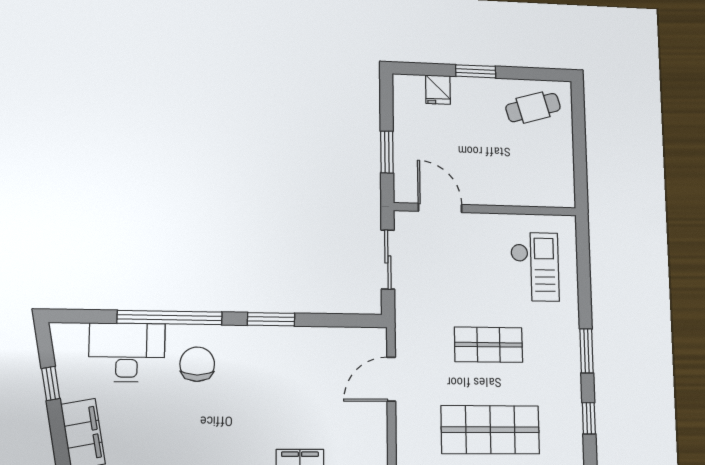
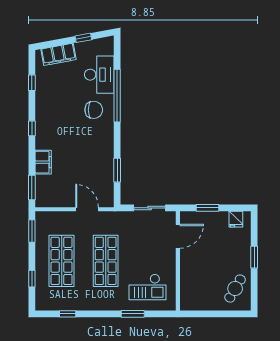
fridge: (438, 90) -> (236, 219), moved, turned -90
cafe table: (533, 108) -> (235, 289), turned 46
window: (271, 319) -> (117, 170), moved
shop shelf: (488, 345) -> (106, 261), width x1.43, depth x1.36
window: (586, 351) -> (133, 314), moved

